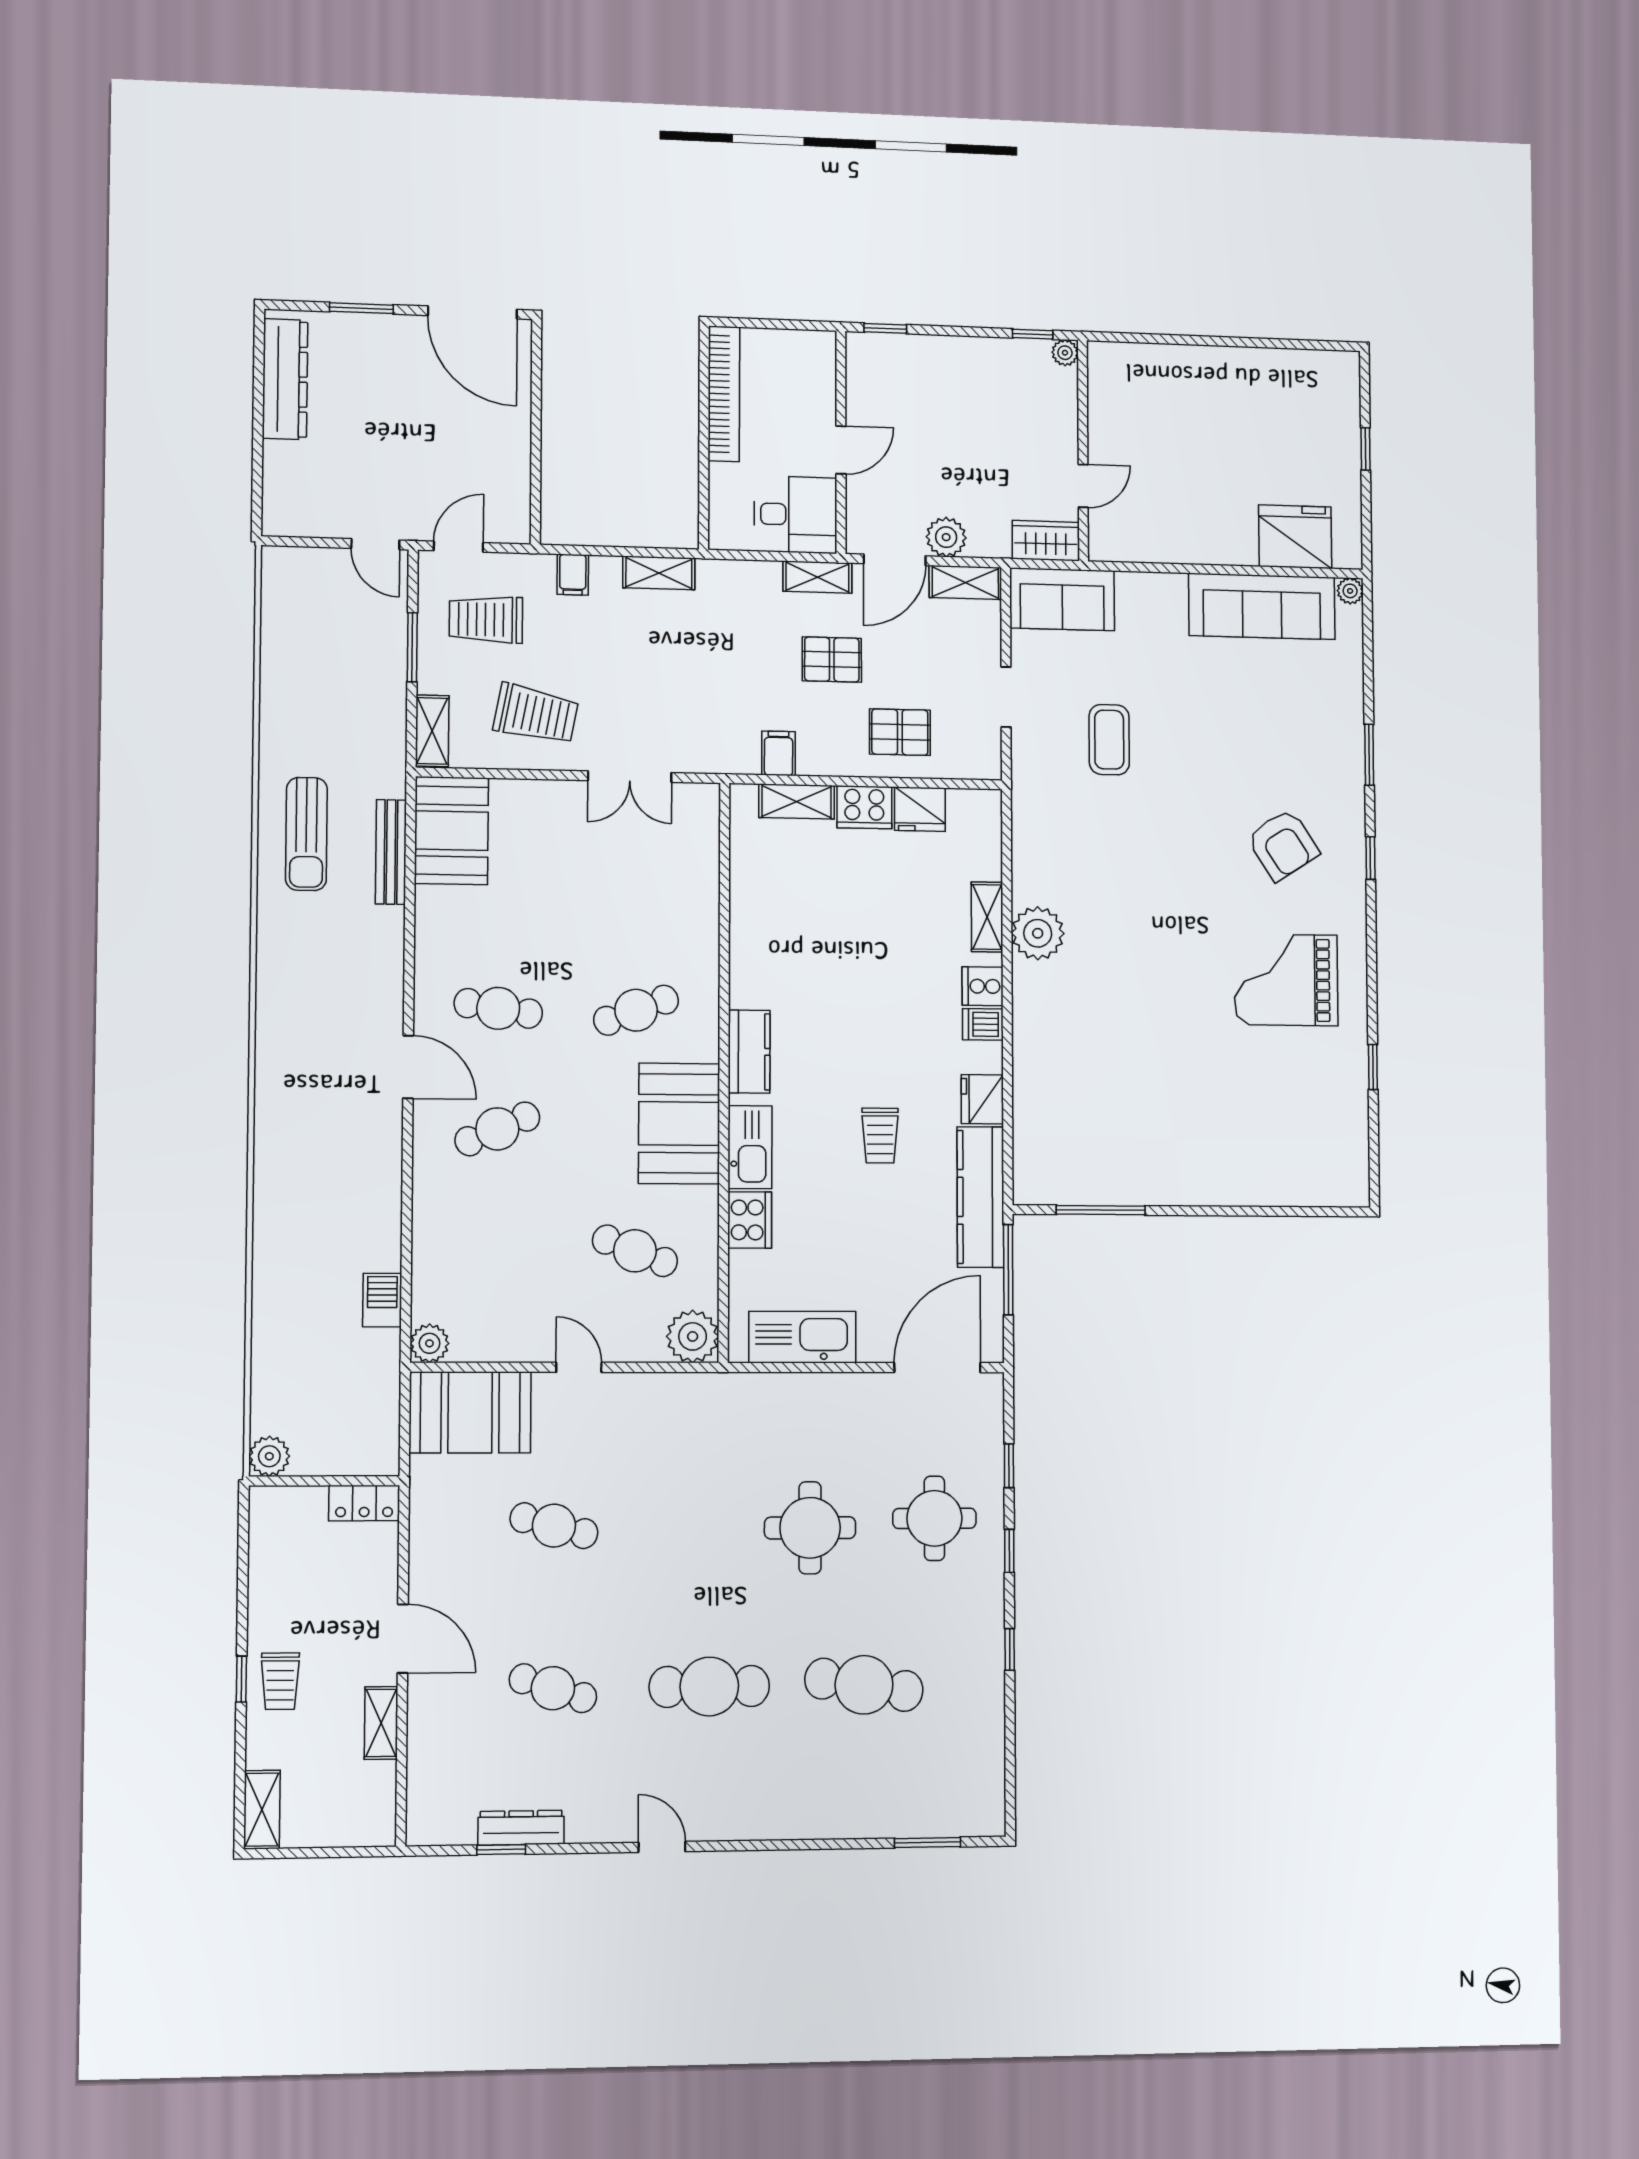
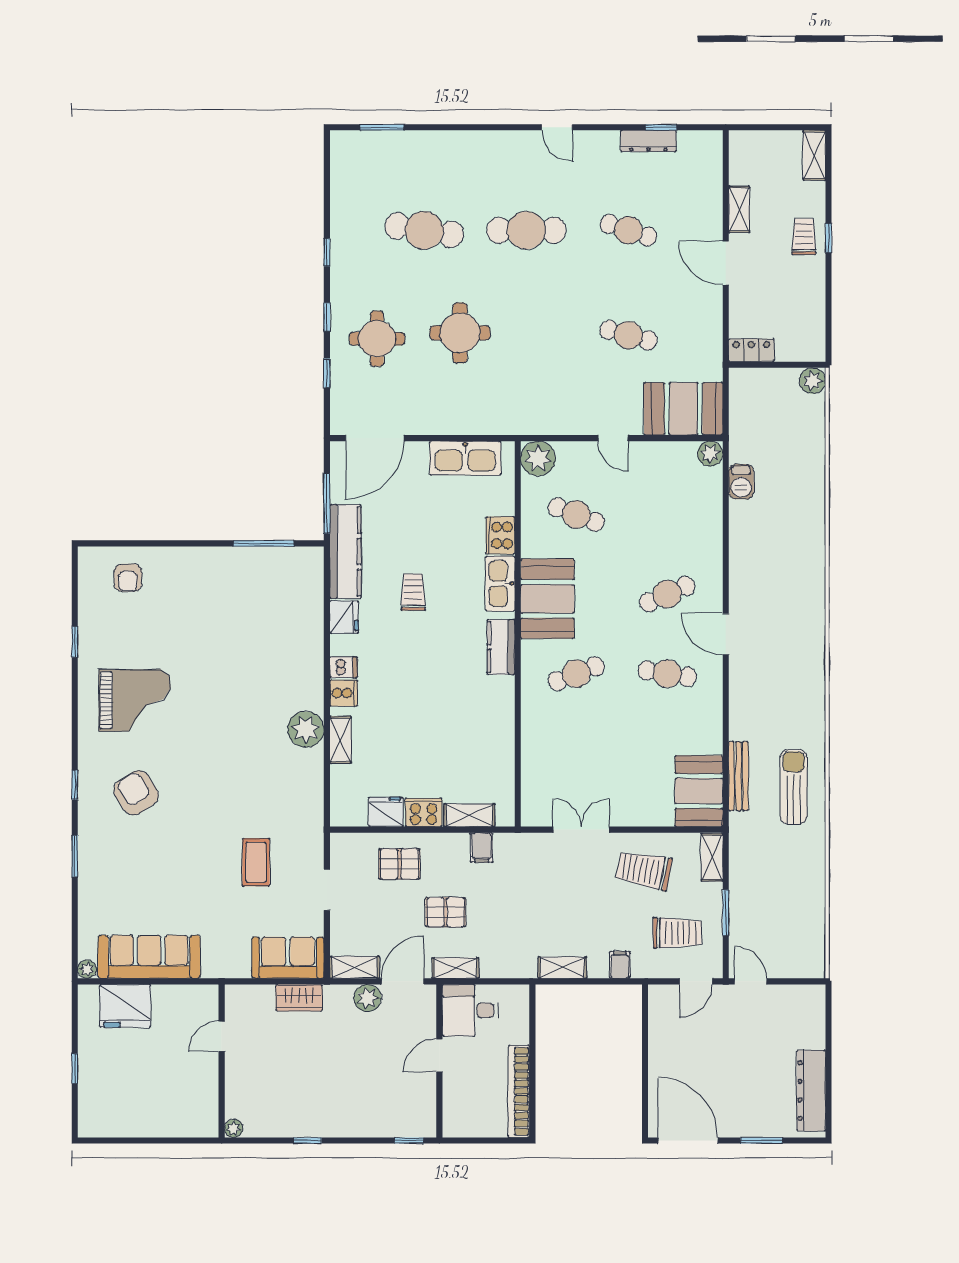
plant: (1065, 353) -> (234, 1128), moved
wall: (1083, 450) -> (222, 1061), moved
door: (1083, 486) -> (222, 1036), moved
armchair: (1298, 1160) -> (128, 578), added

